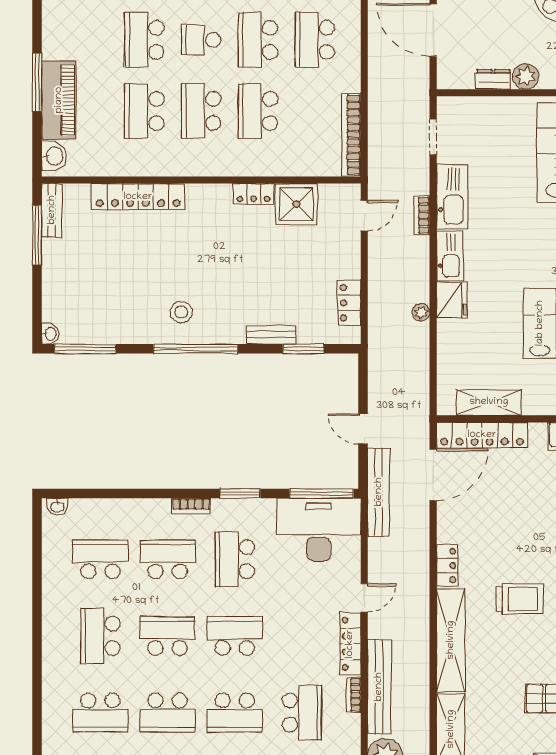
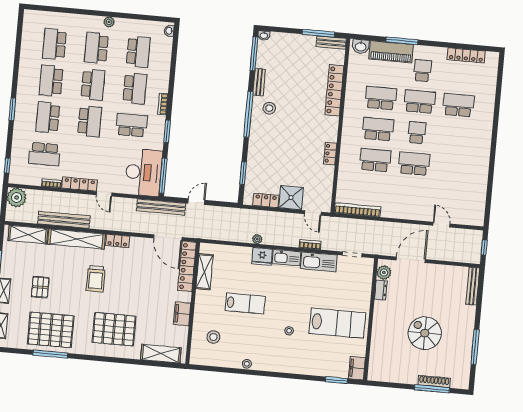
school desk: (315, 40) -> (422, 71), moved, width x0.54
plant: (526, 76) -> (384, 273), moved
shower: (296, 204) -> (291, 198), moved
bench: (271, 335) -> (259, 82), moved
plant: (51, 617) -> (109, 22), added
school desk: (100, 636) -> (96, 48), turned -90
bench: (379, 687) -> (64, 220), moved

